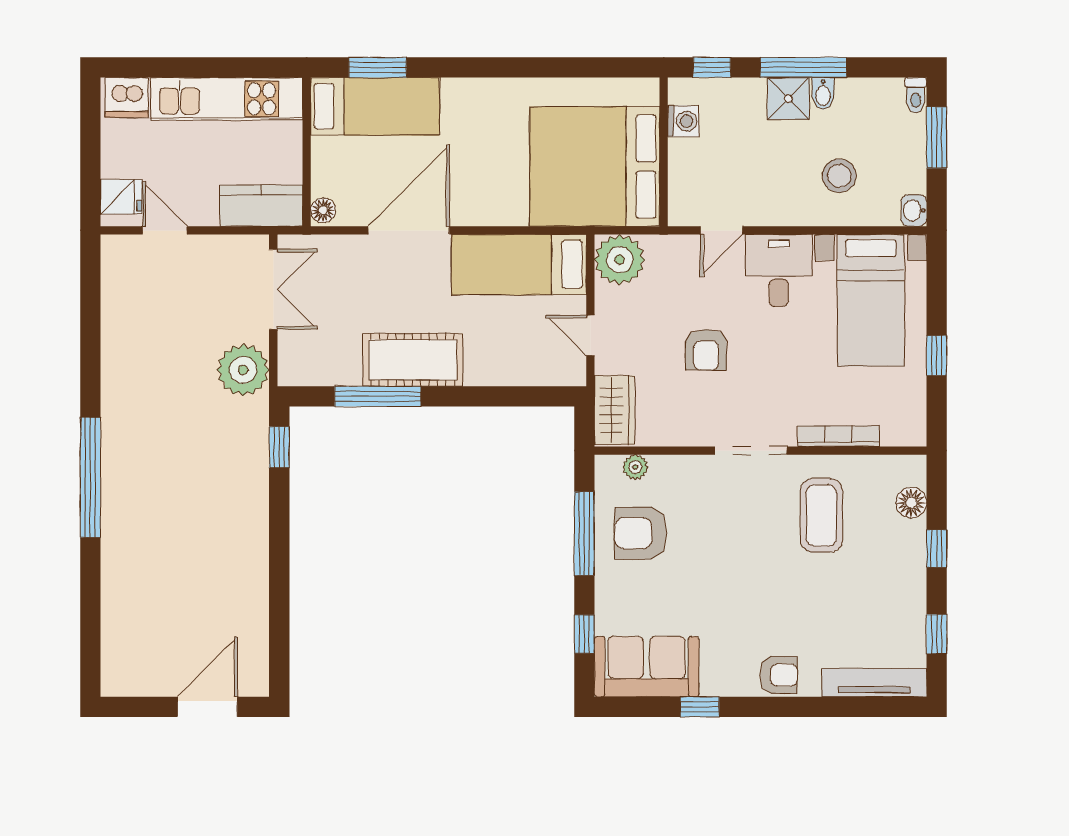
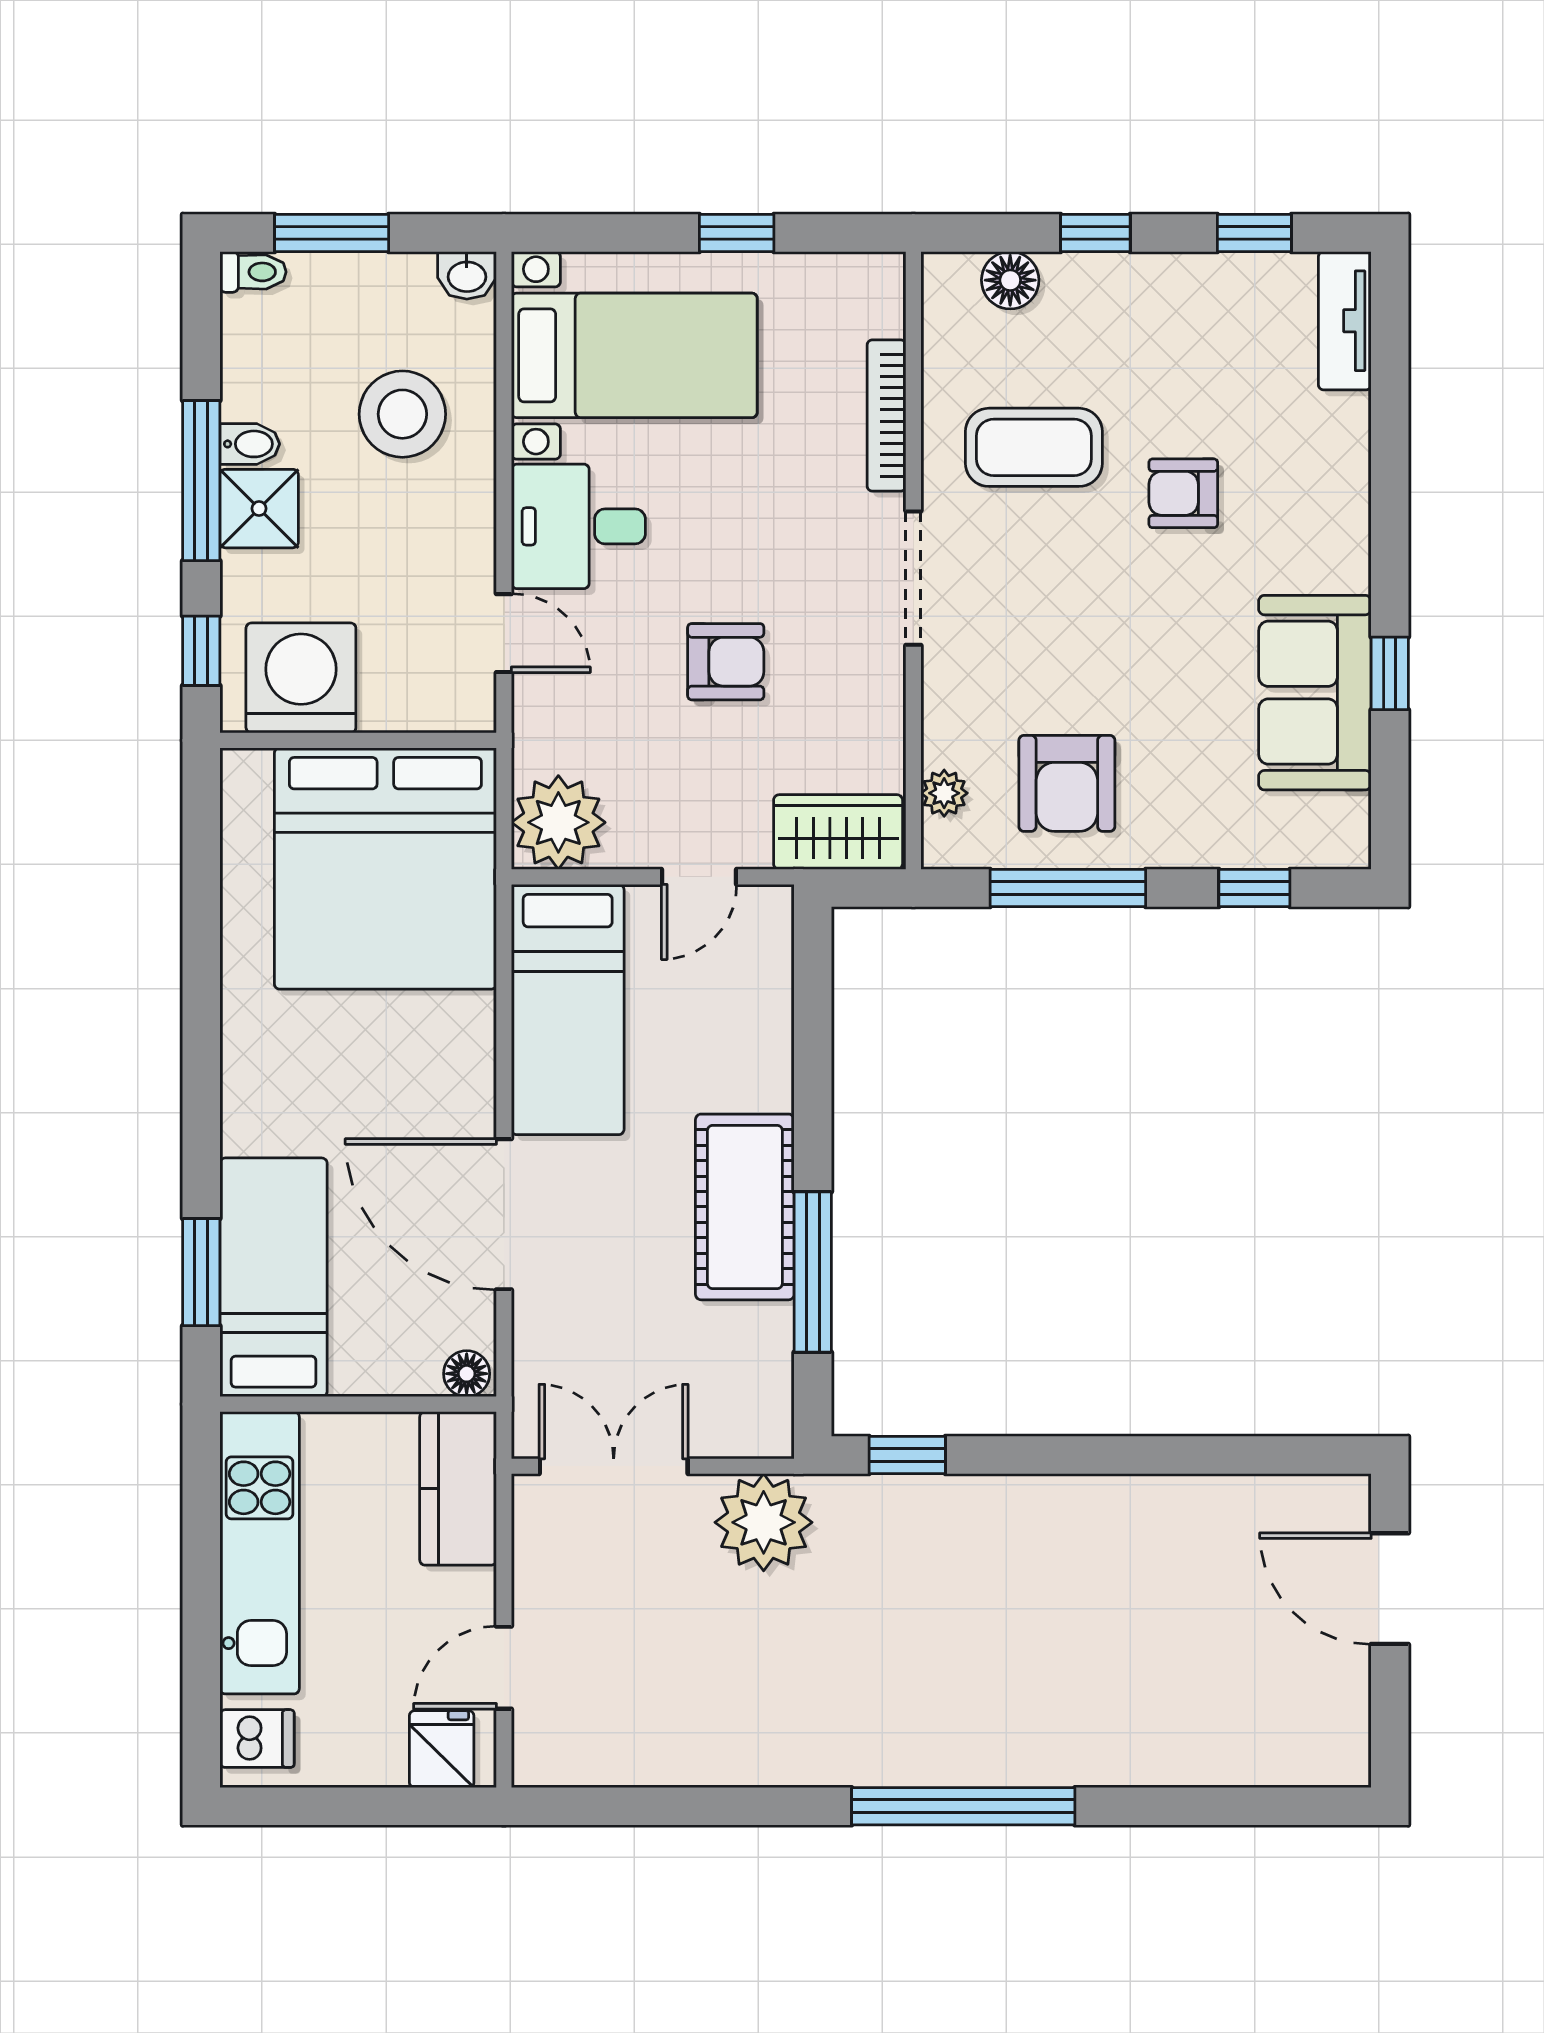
dishwasher: (127, 97) -> (257, 1739), width x0.73
washing machine: (683, 121) -> (301, 678), width x1.89, depth x1.89
stool: (839, 176) -> (402, 414), width x1.38, depth x1.38
sofa: (647, 667) -> (1315, 693), moved
armchair: (779, 675) -> (1183, 493), moved, turned -90
tv unit: (874, 683) -> (1345, 321), width x0.71

